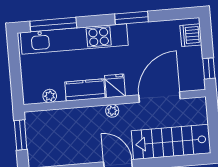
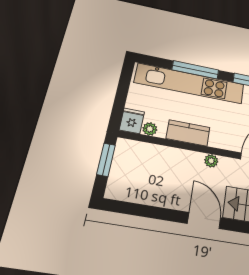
window: (53, 24) -> (195, 70), moved
fridge: (115, 86) -> (132, 121), moved

